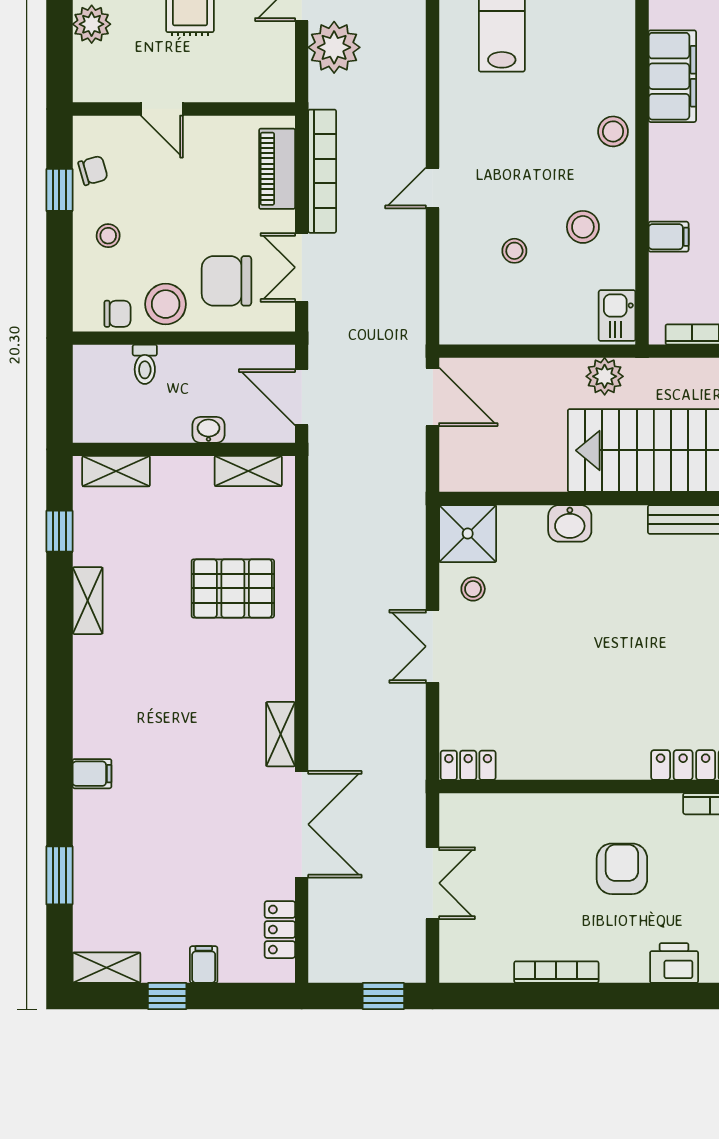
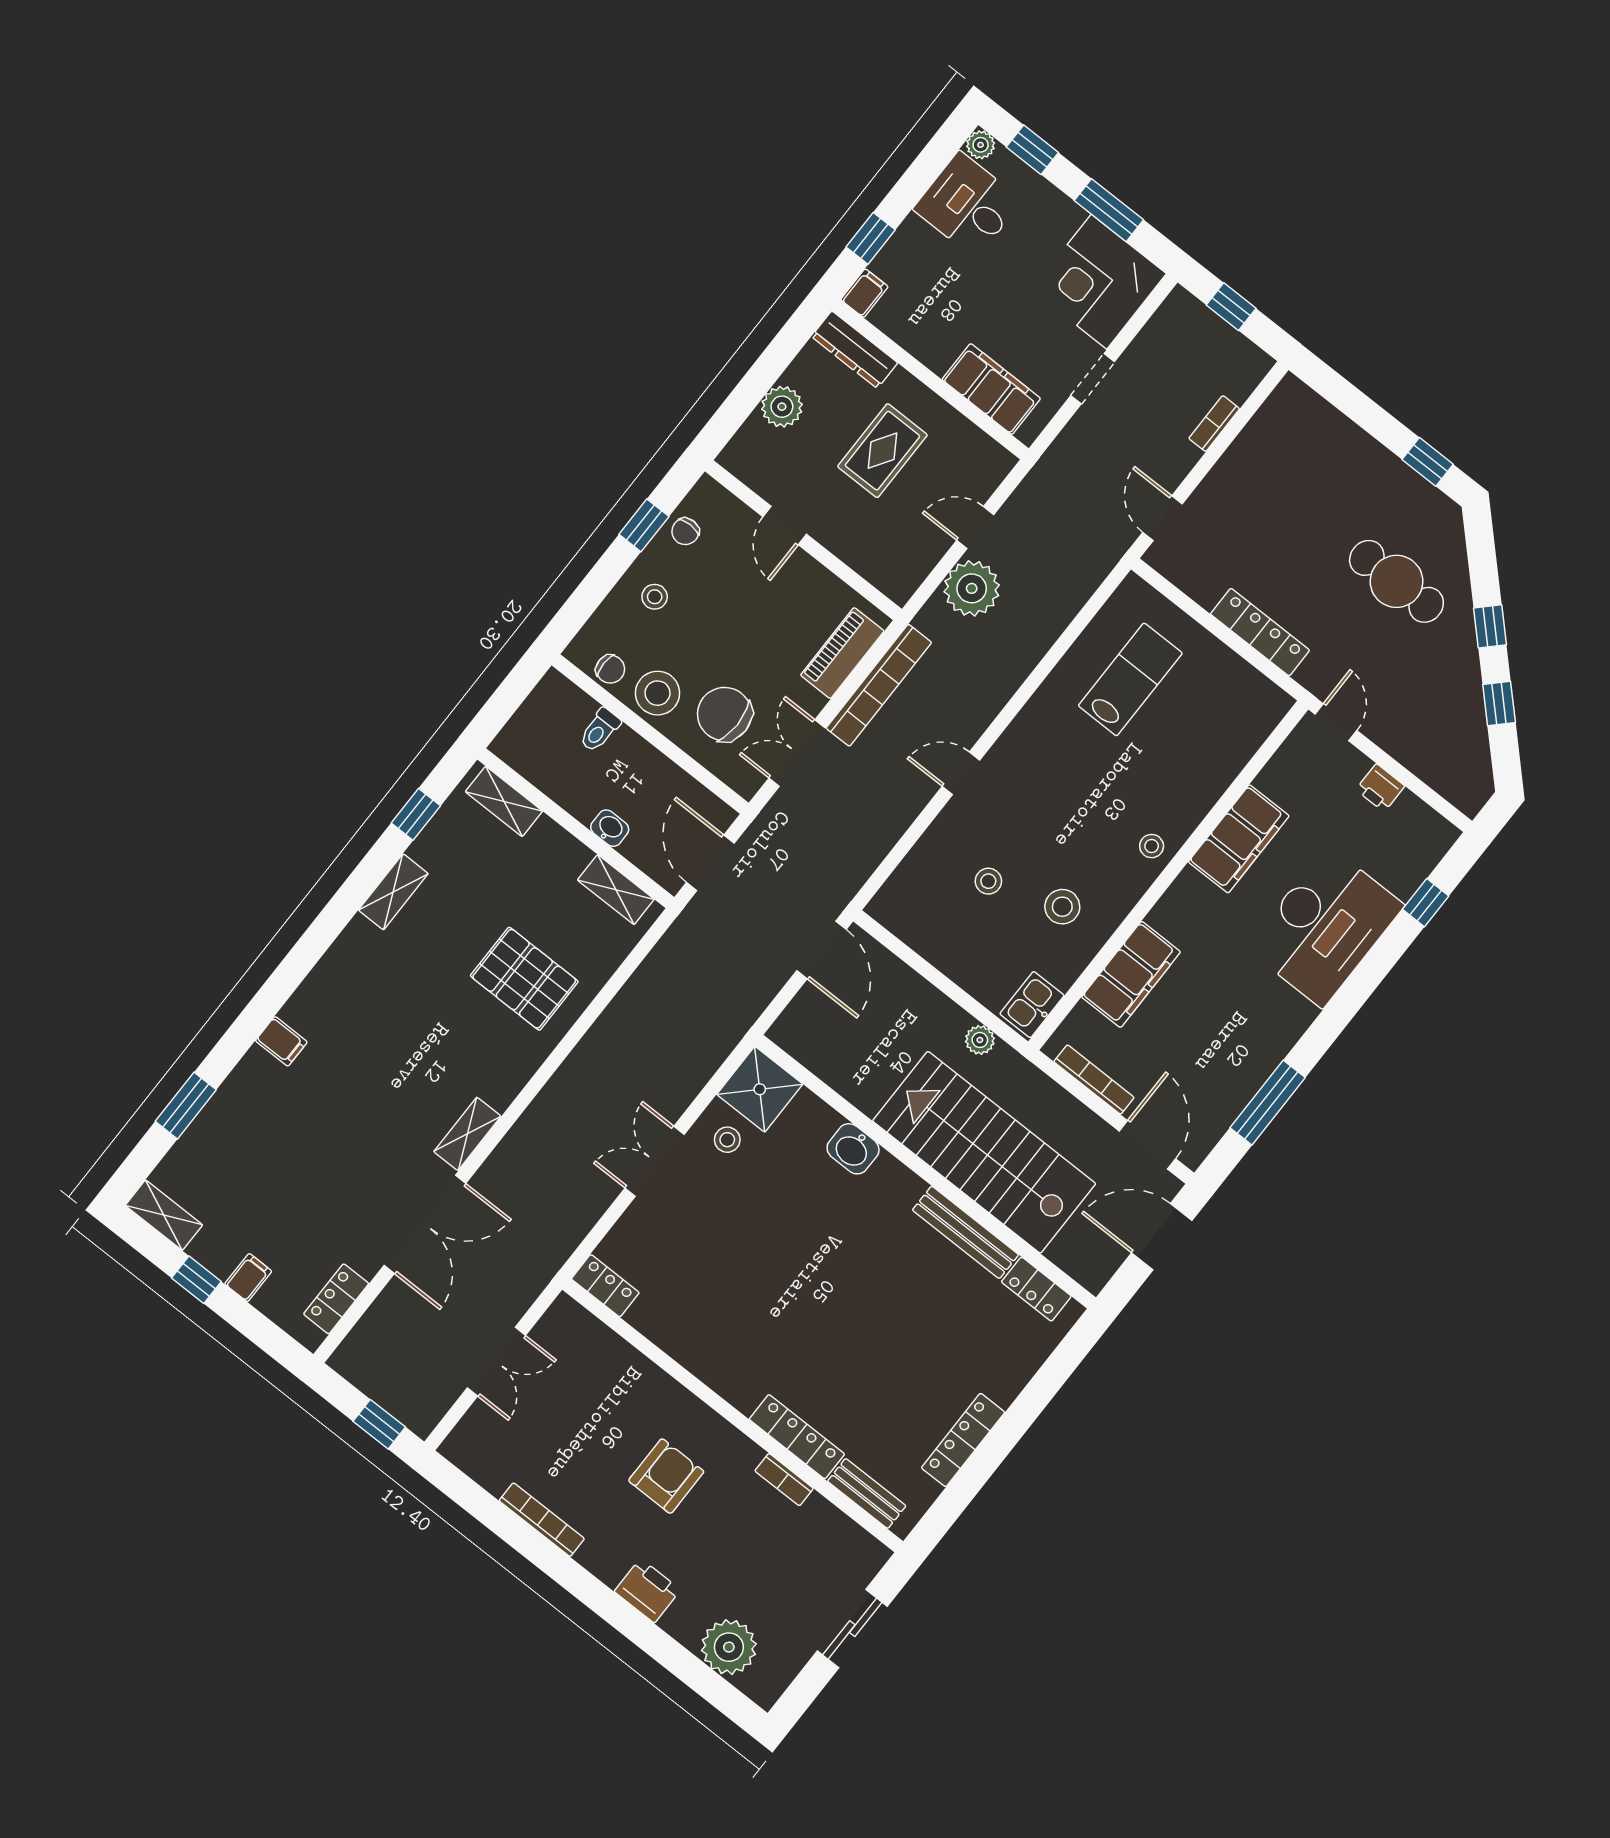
stool: (613, 131) -> (1152, 846), width x0.73, depth x0.73
chair: (93, 170) -> (685, 531), turned 106
filing cabinet: (669, 237) -> (1131, 974), width x3.00, depth x1.17
plant: (605, 376) -> (980, 1040), width x0.73, depth x0.73

